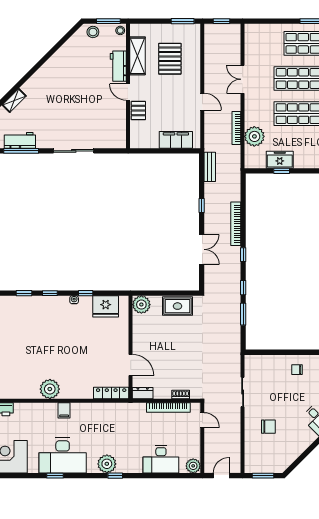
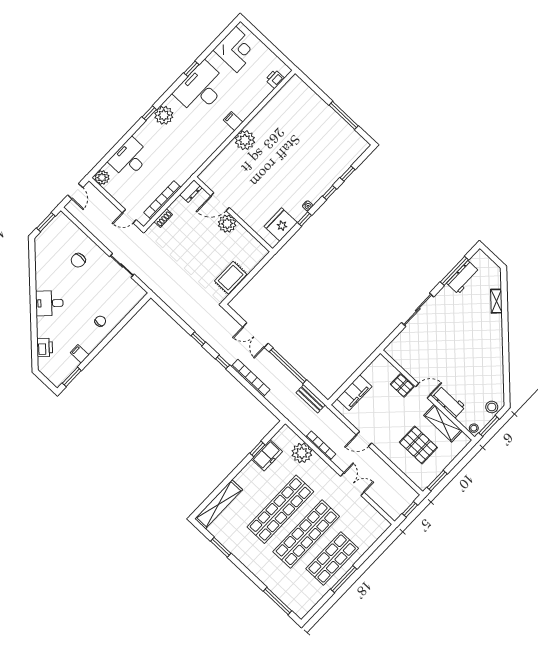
window: (202, 205) -> (288, 366), width x3.17
plant: (141, 305) -> (227, 224), moved
window: (243, 314) -> (179, 320), removed
plant: (50, 389) -> (245, 140), moved
locker: (111, 393) -> (213, 168), removed

